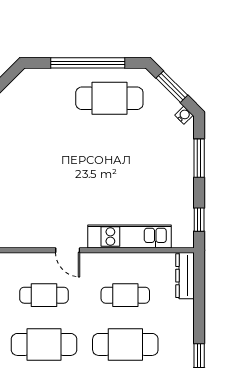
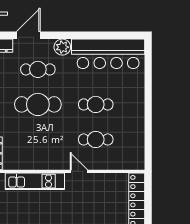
cafe table: (125, 295) -> (38, 139), removed
cafe table: (44, 344) -> (96, 104), width x0.73, depth x0.74

